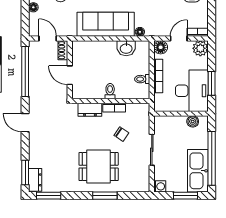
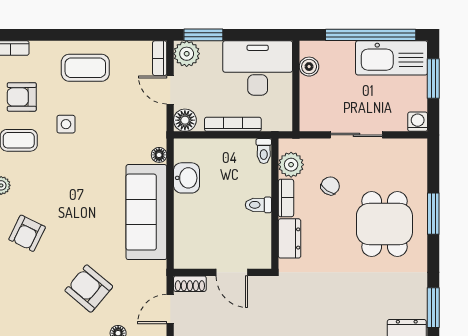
door: (70, 75) -> (232, 272), hinge flipped
toilet: (142, 79) -> (264, 151), moved
window: (212, 83) -> (203, 35), moved
plant: (134, 111) -> (291, 165), added

